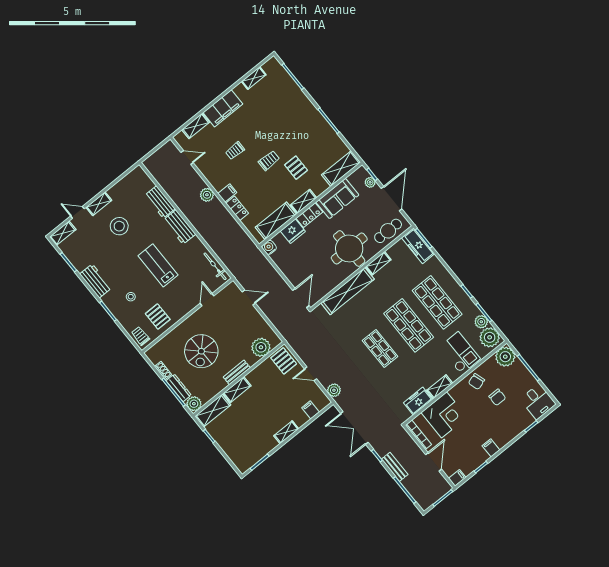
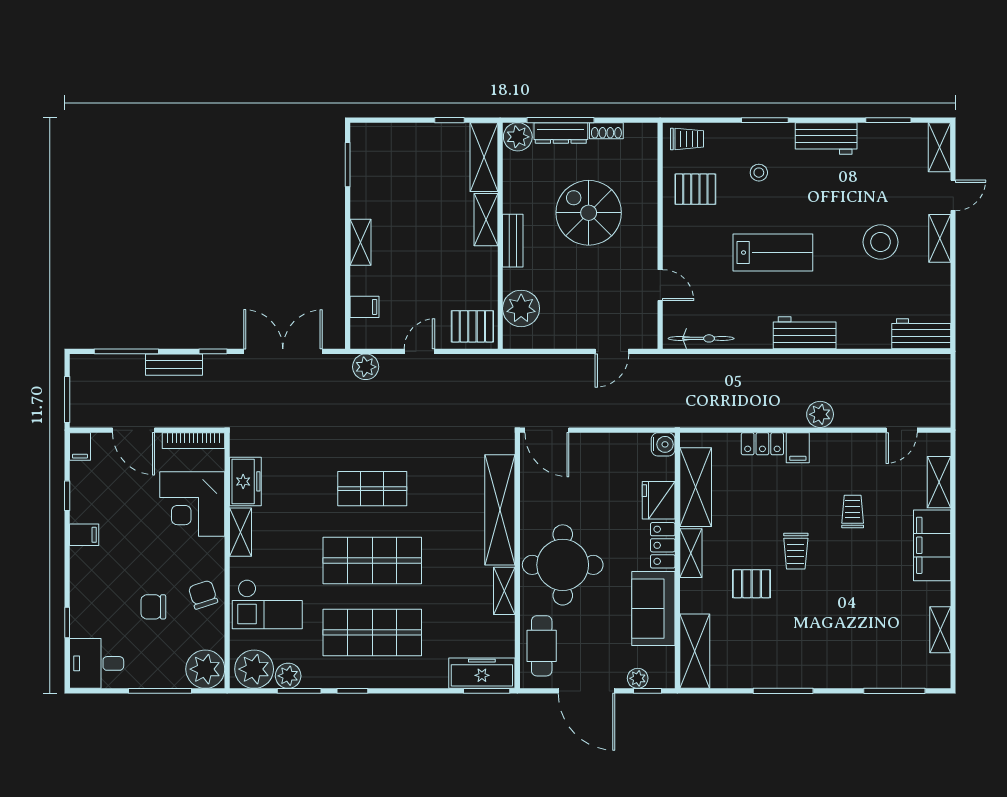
workbench: (160, 202) -> (921, 334), moved

